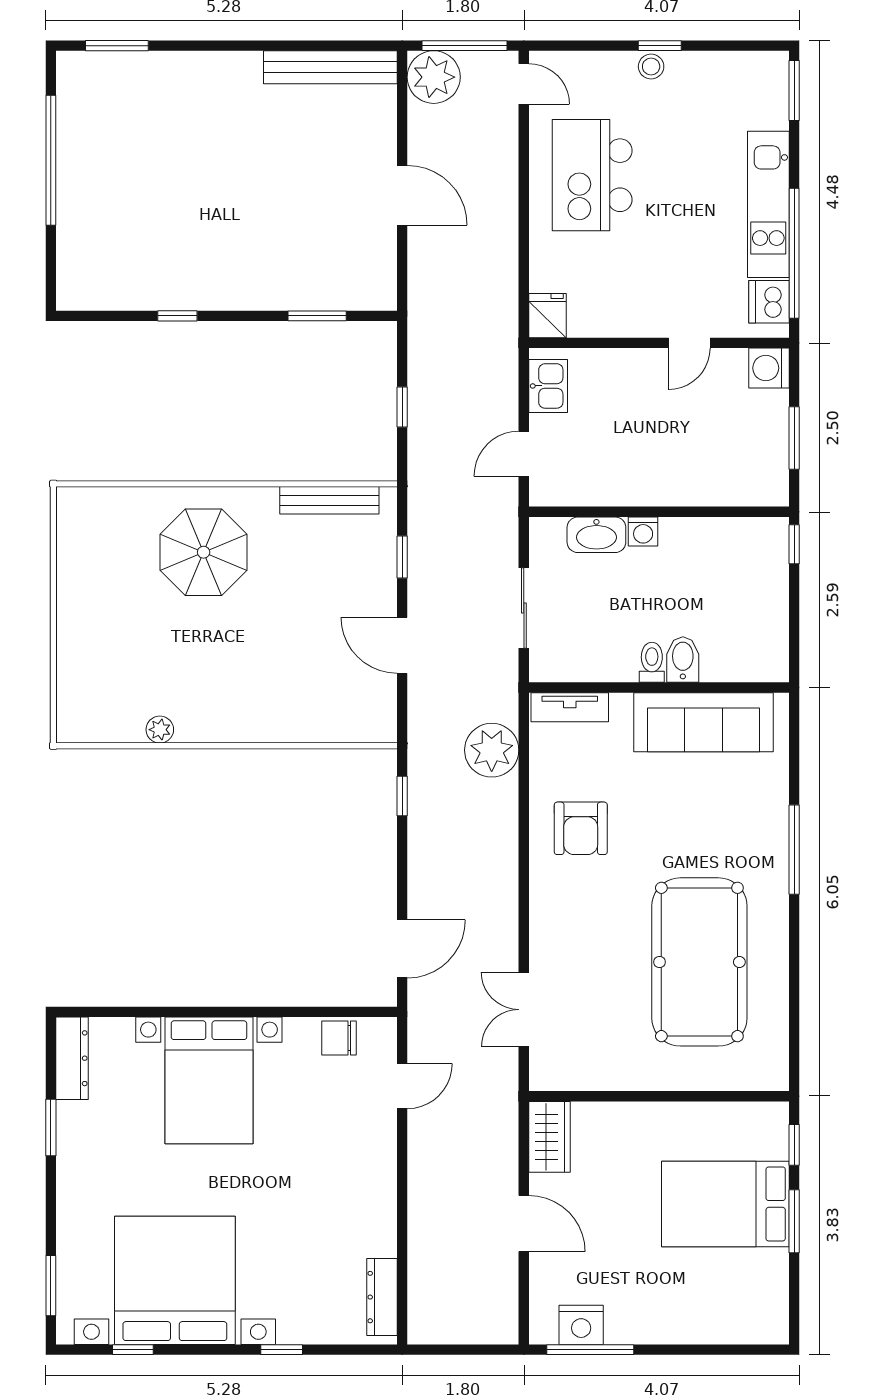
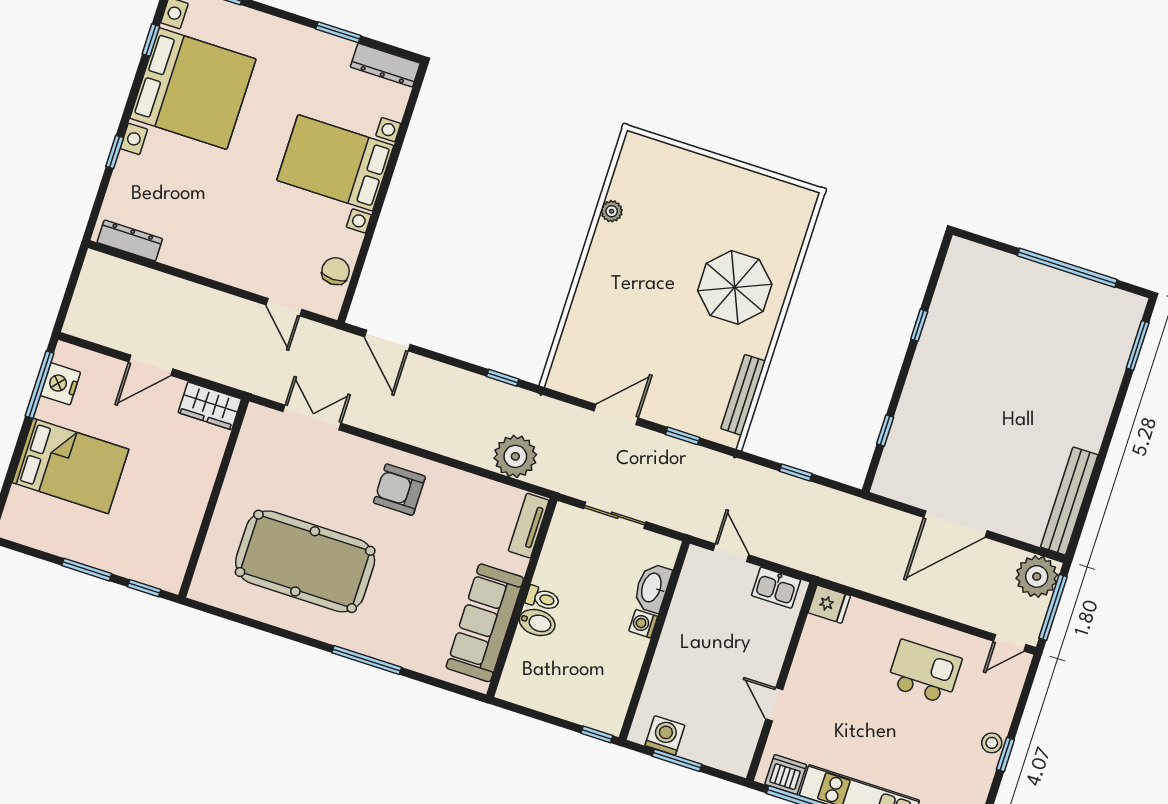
kitchen island: (592, 175) -> (924, 672), width x0.73, depth x0.78
door: (402, 195) -> (955, 524), width x1.36
window: (317, 316) -> (885, 431), width x0.67
washing machine: (769, 368) -> (665, 735), moved
armchair: (581, 828) -> (399, 490), moved
bed: (725, 1204) -> (70, 466), moved, turned 90

